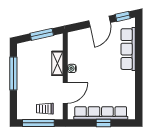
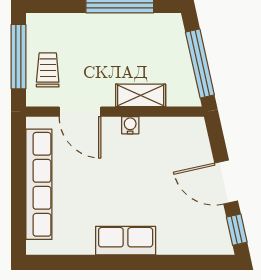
window: (42, 34) -> (200, 63), width x1.44
row of seats: (128, 49) -> (126, 241), moved, width x0.68
window: (103, 123) -> (18, 190), removed

